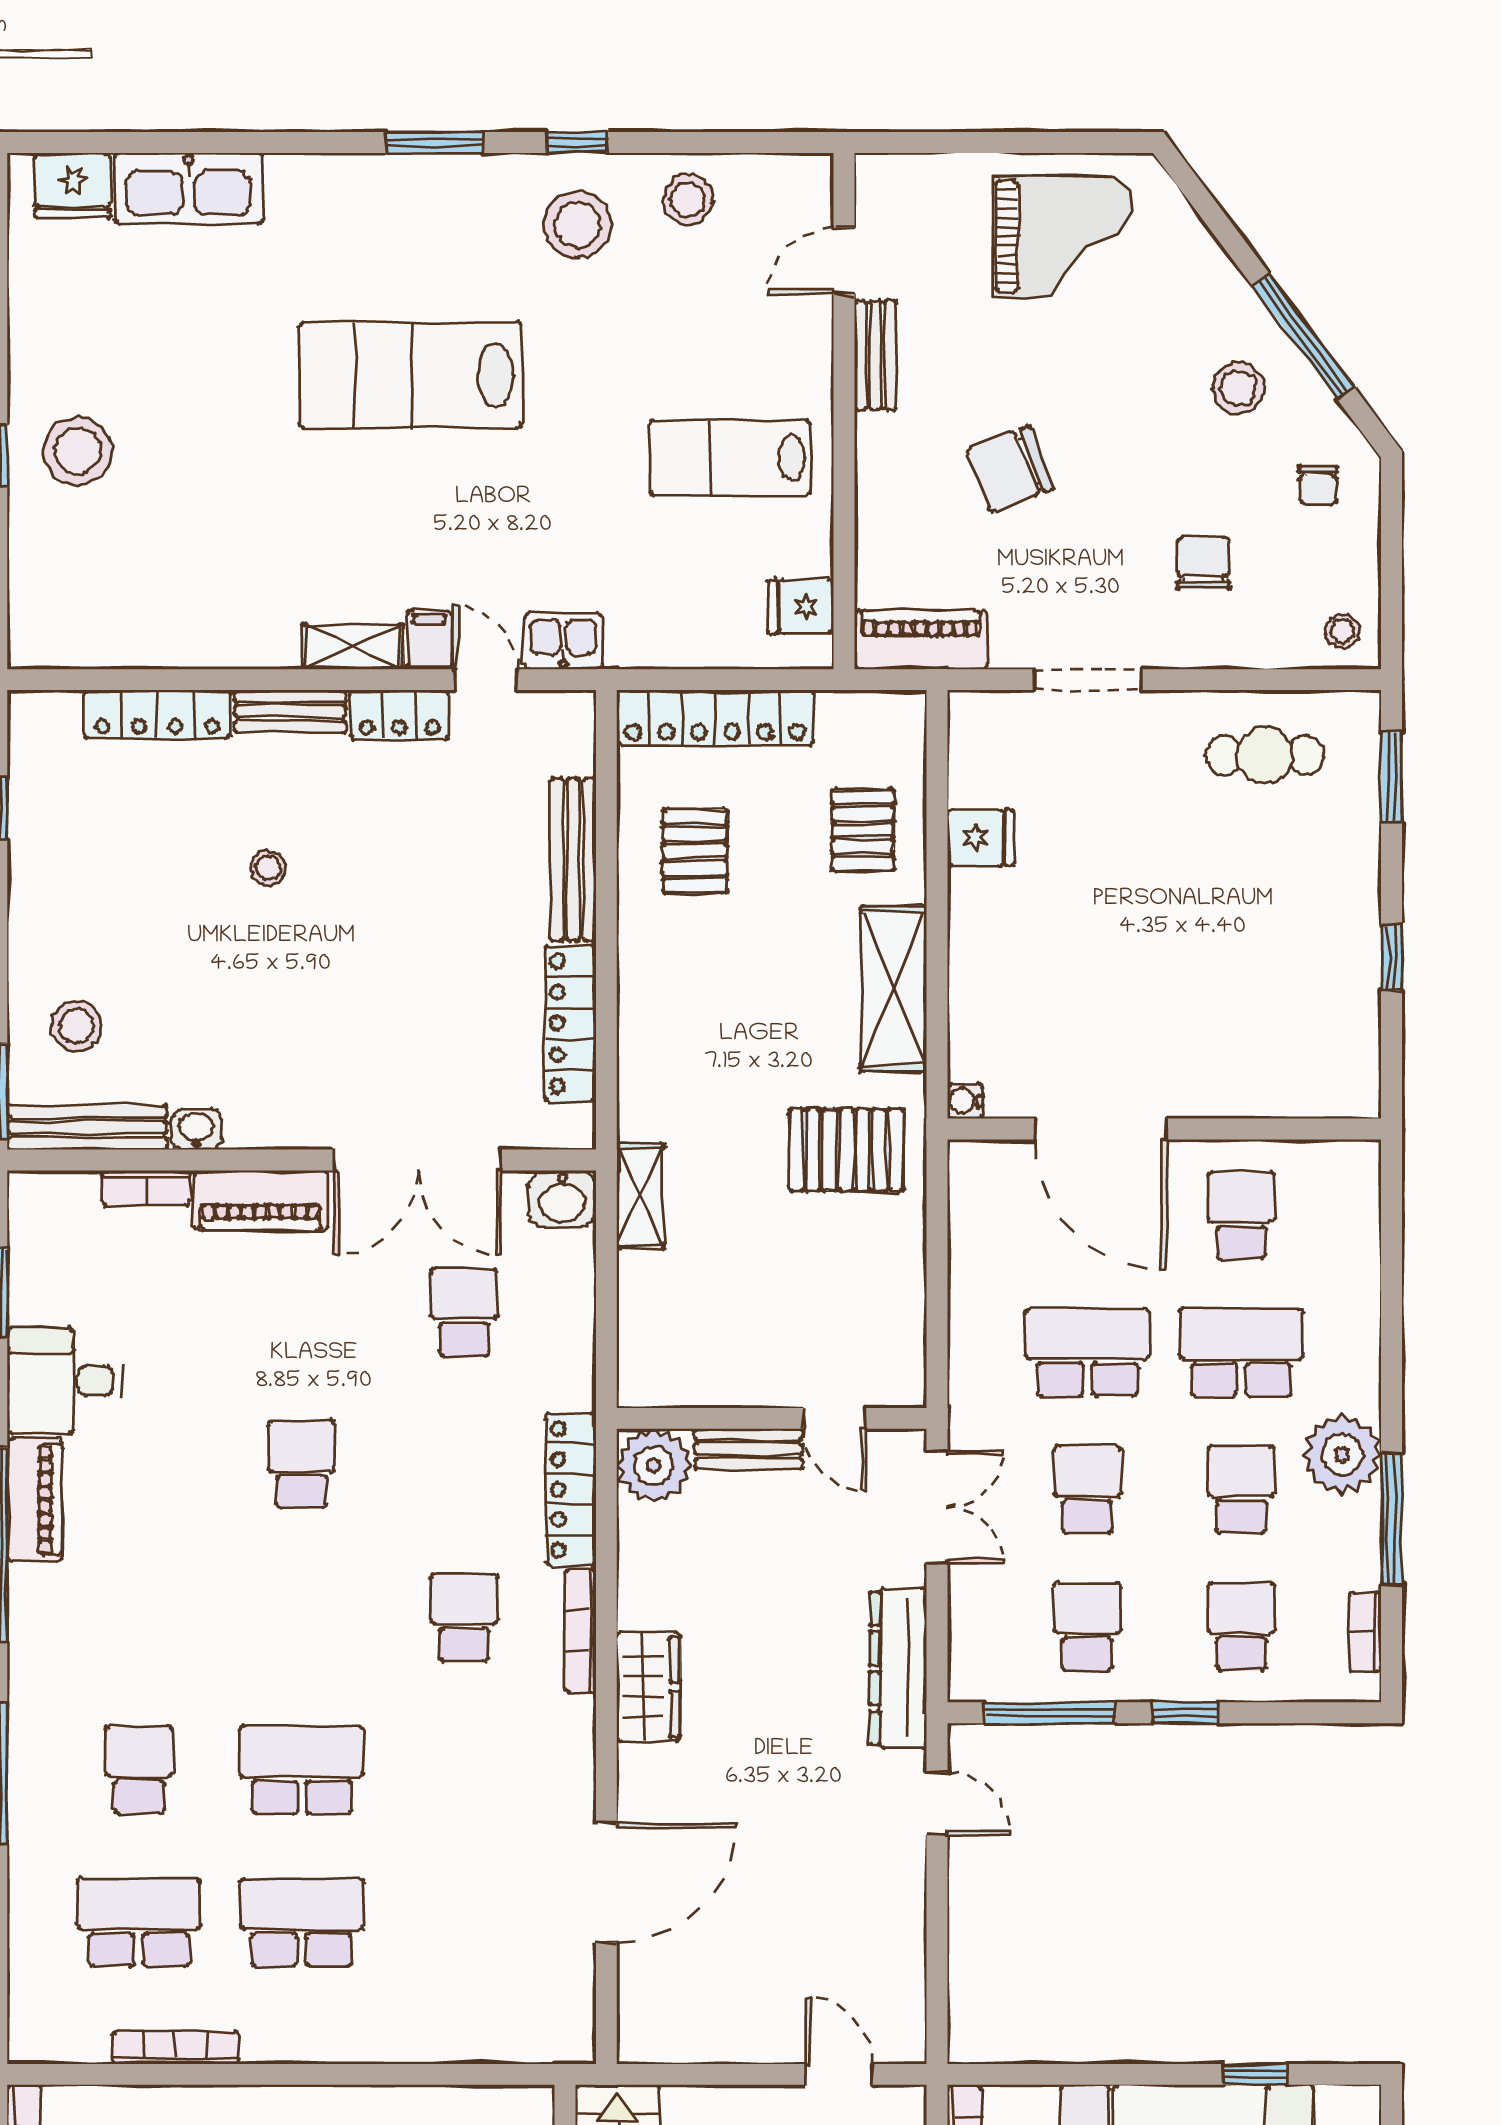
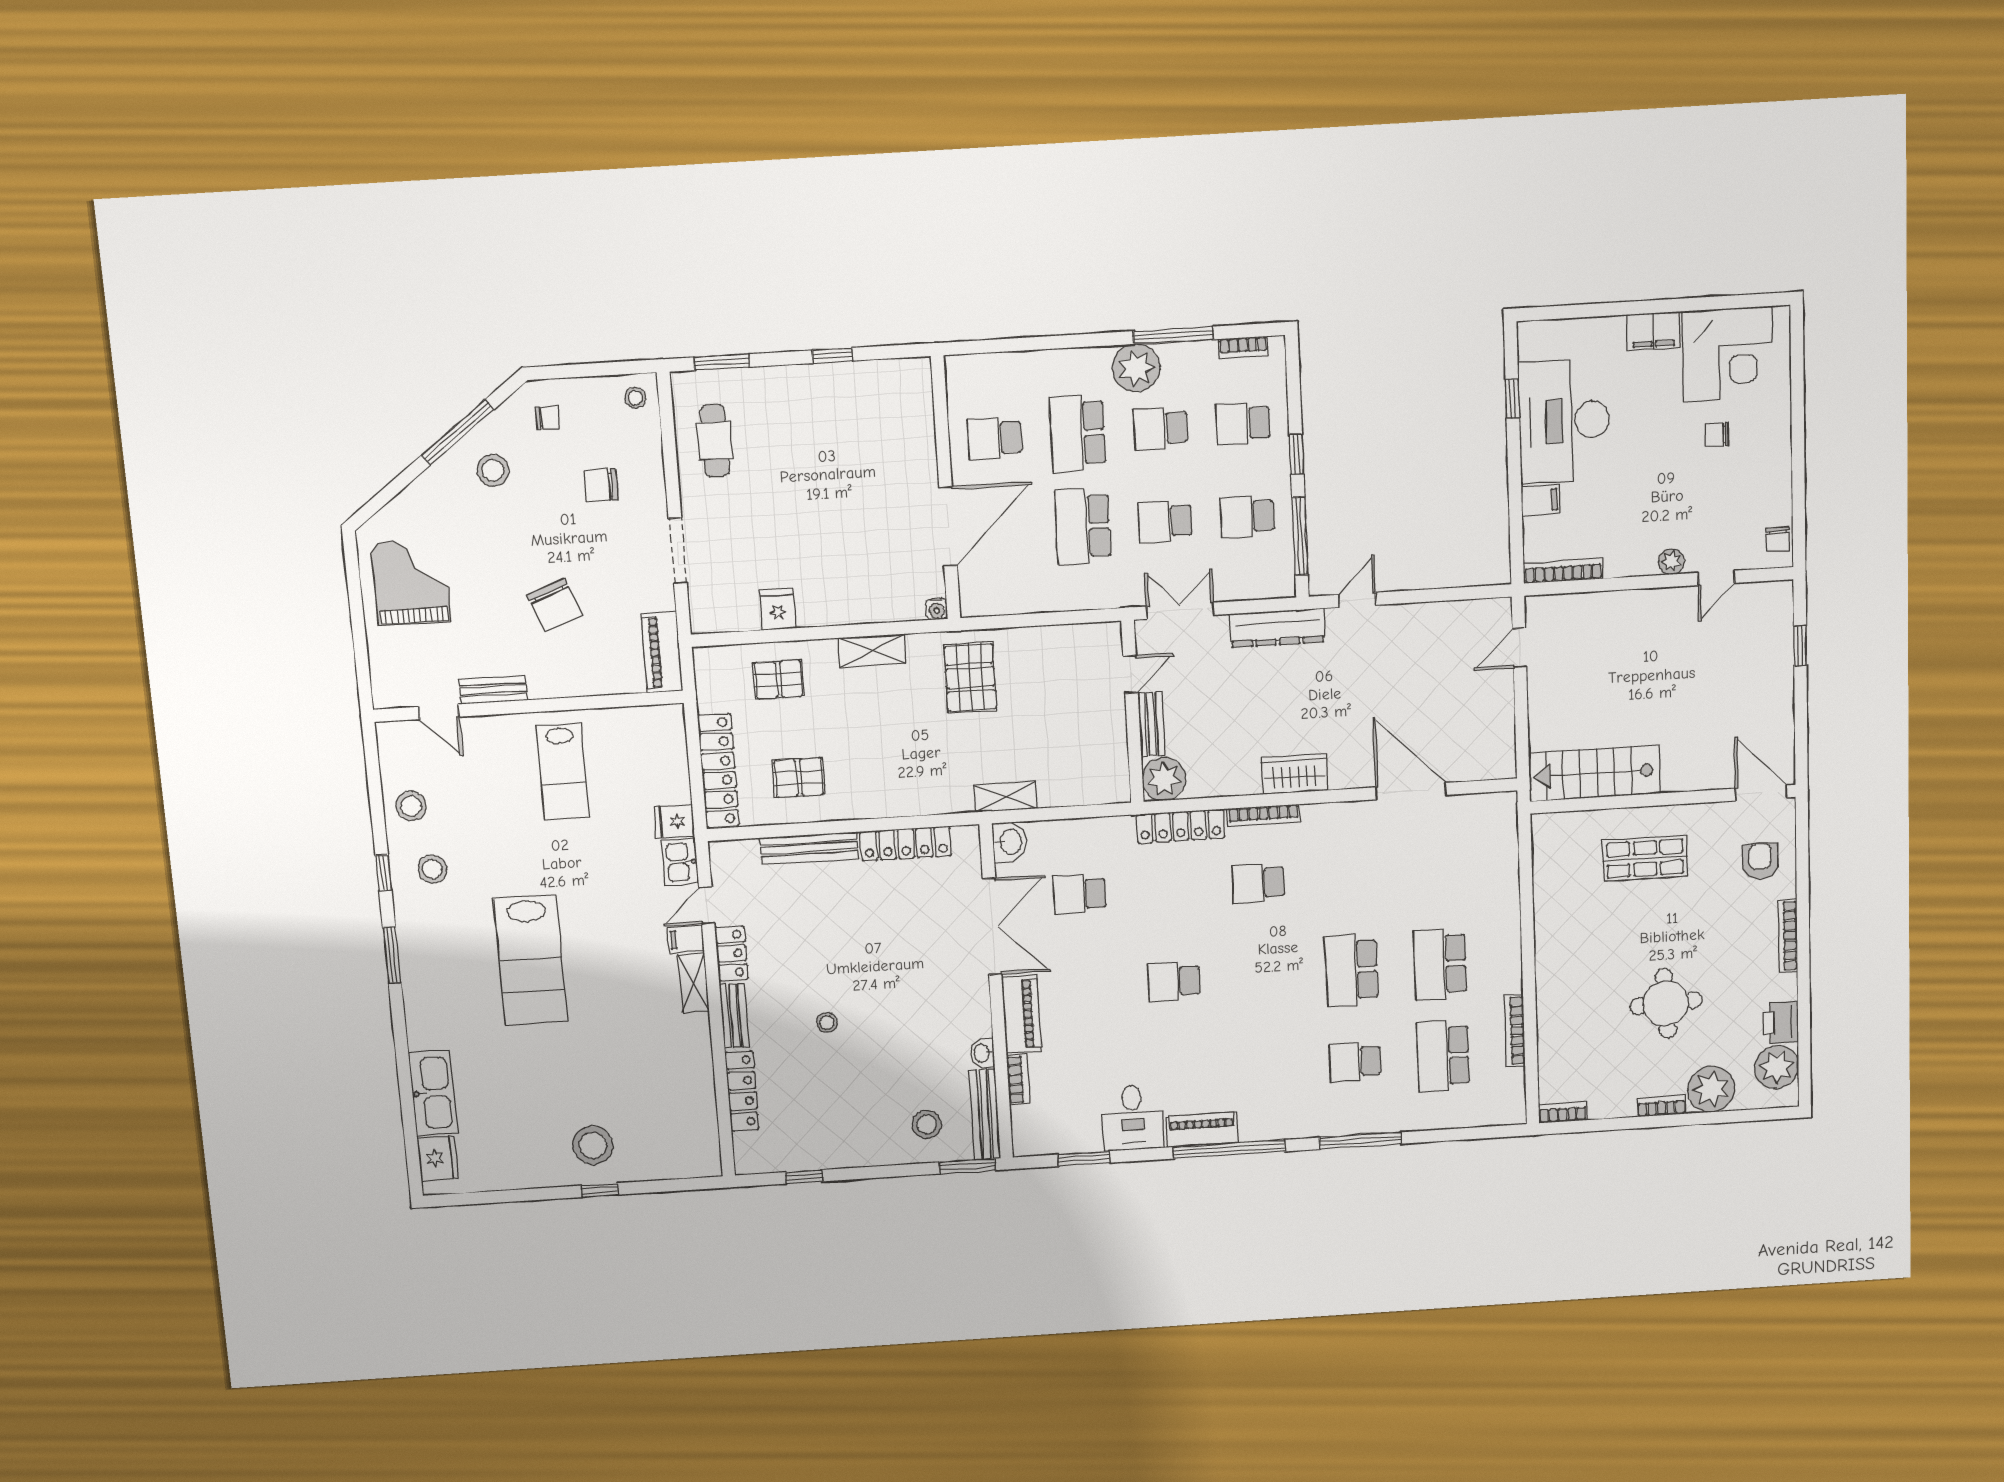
stool: (578, 225) -> (432, 869), width x0.73, depth x0.73
fridge: (801, 607) -> (674, 821), moved, turned 90
shelving: (894, 989) -> (872, 651), width x0.67, depth x0.75

